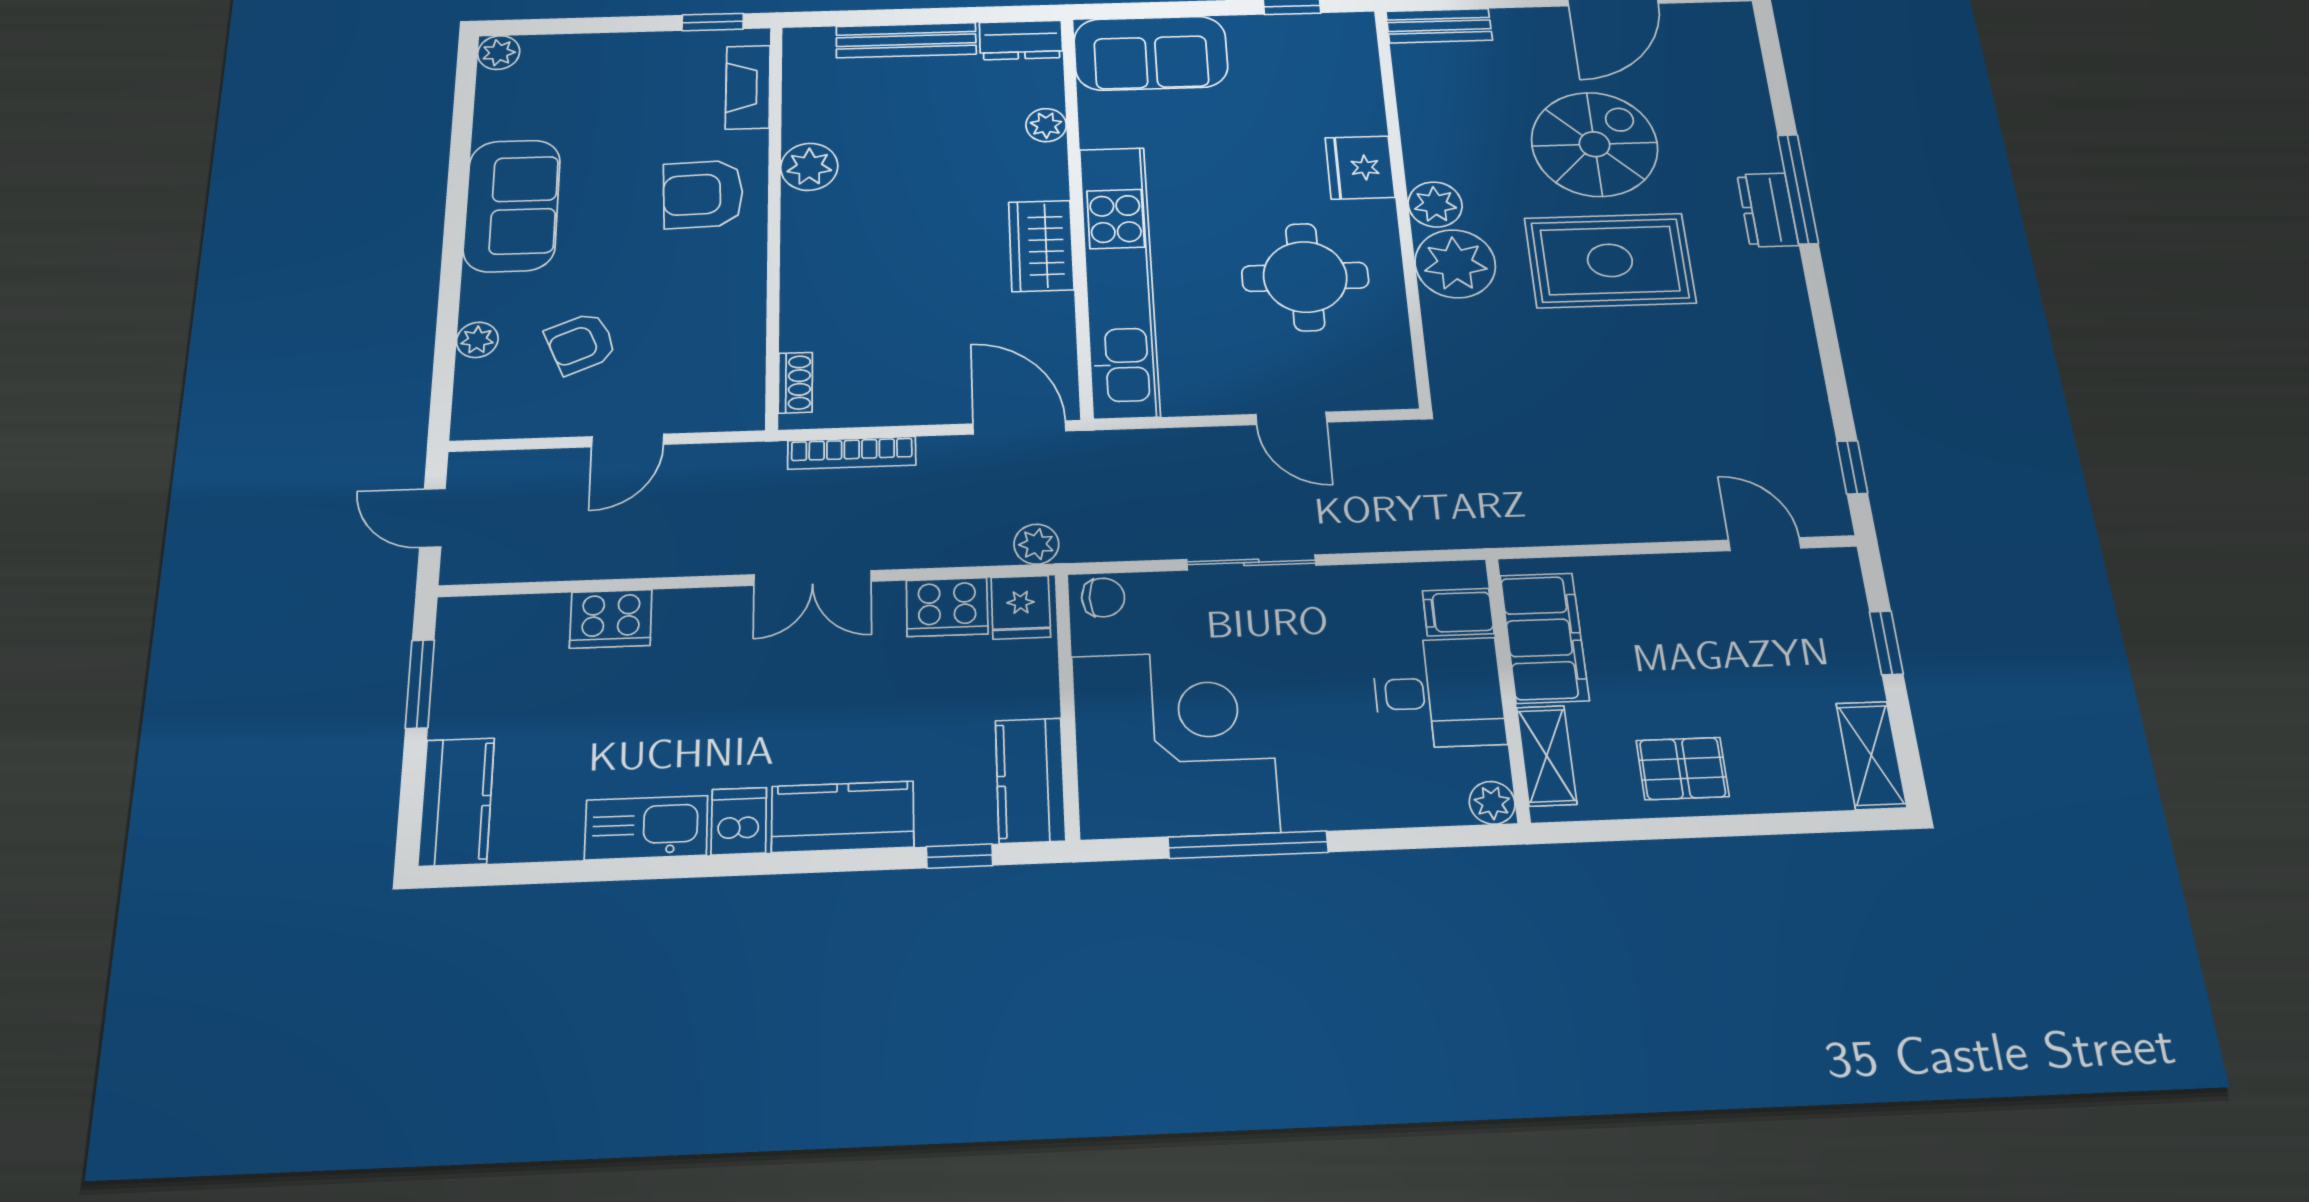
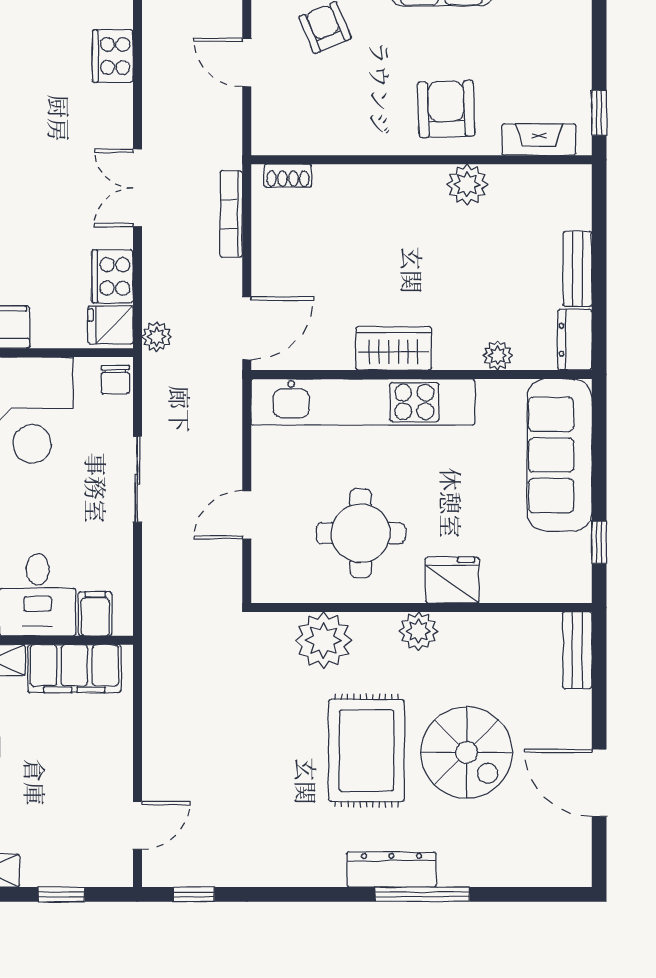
bench: (906, 40) -> (577, 269), width x0.73
sofa: (1151, 53) -> (559, 455), width x1.36
dresser: (1768, 210) -> (391, 870), width x1.44
plant: (1455, 264) -> (324, 640), moved

